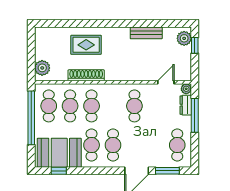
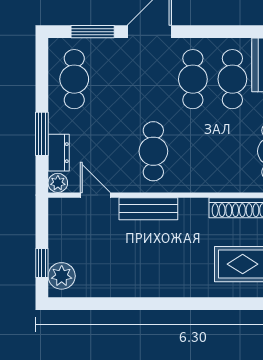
bench: (146, 33) -> (148, 209), moved
door: (166, 82) -> (95, 195), swing flipped
cafe table: (92, 106) -> (232, 151), removed
window: (195, 115) -> (42, 134), width x0.69

